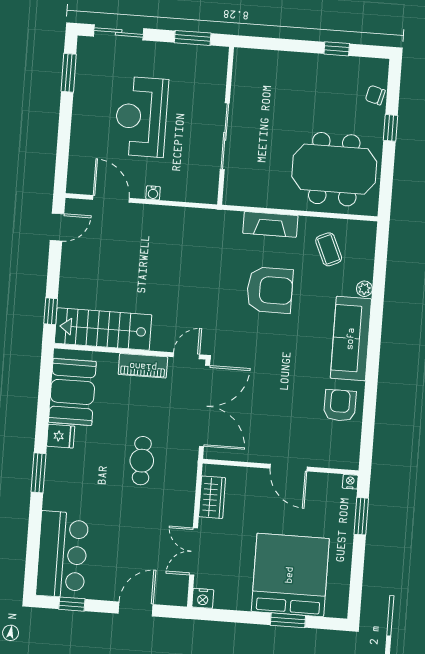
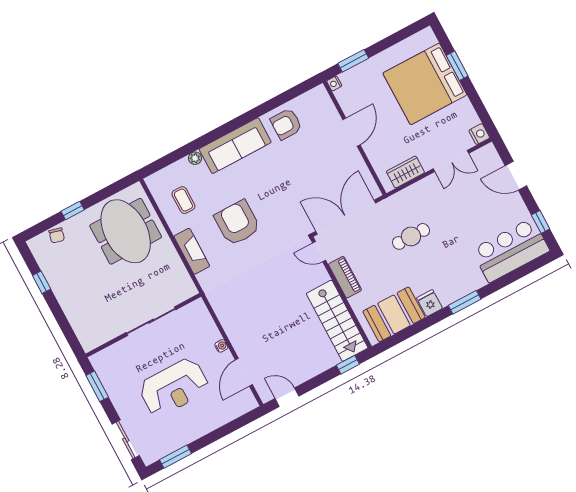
coffee table: (329, 249) -> (183, 200), turned -66

